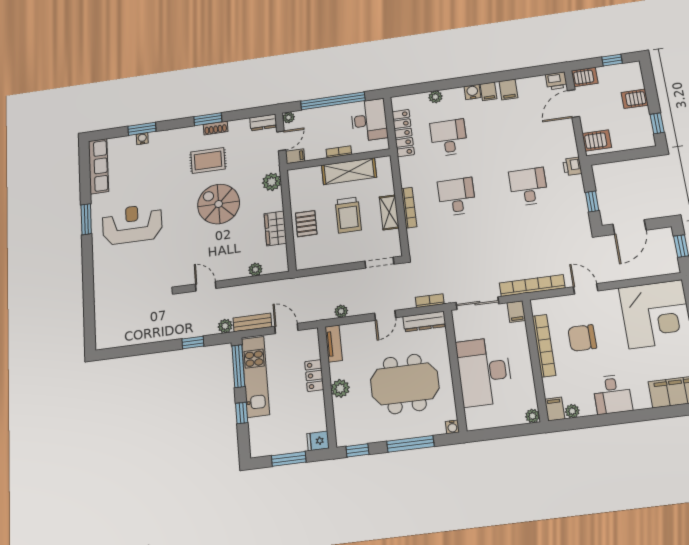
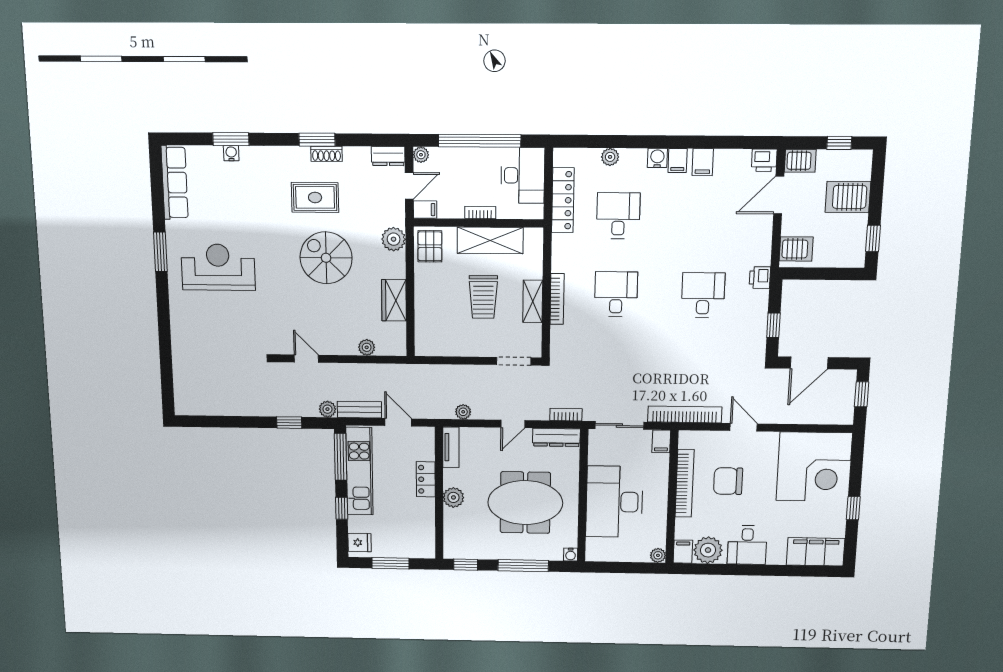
server rack: (635, 99) -> (848, 197), width x1.36, depth x1.44
pallet: (306, 224) -> (430, 246), moved
plant: (572, 411) -> (708, 550), width x1.88, depth x1.88
fridge: (318, 441) -> (360, 543), moved, turned 180

